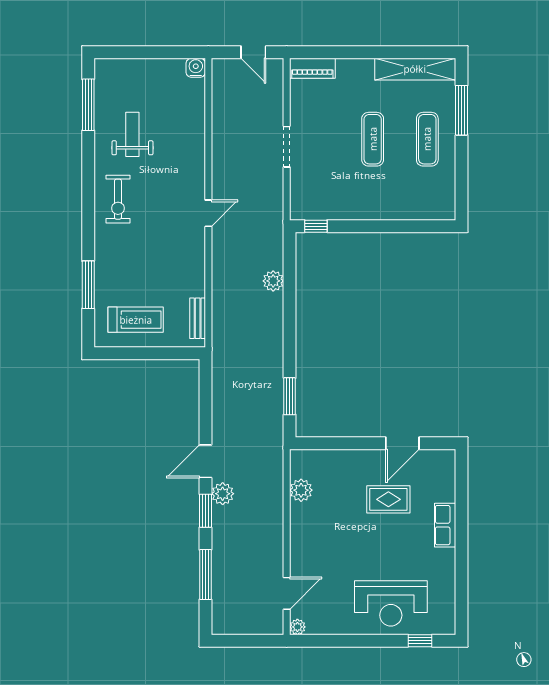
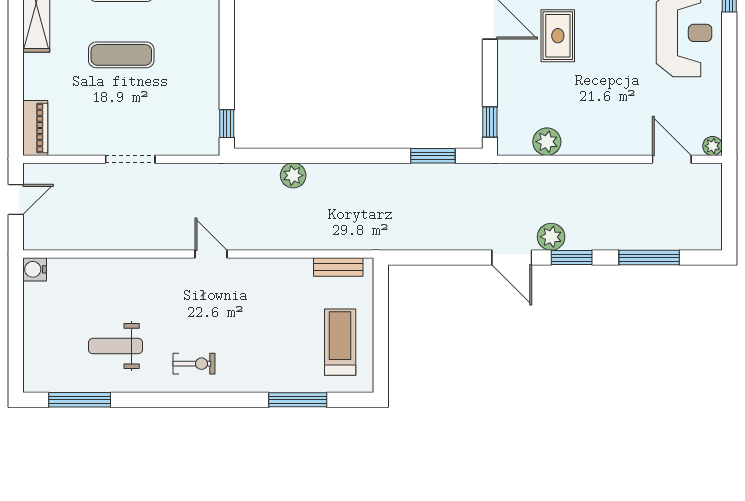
exercise bike: (118, 199) -> (194, 364), width x0.73, depth x0.72
window: (317, 443) -> (490, 122), added

